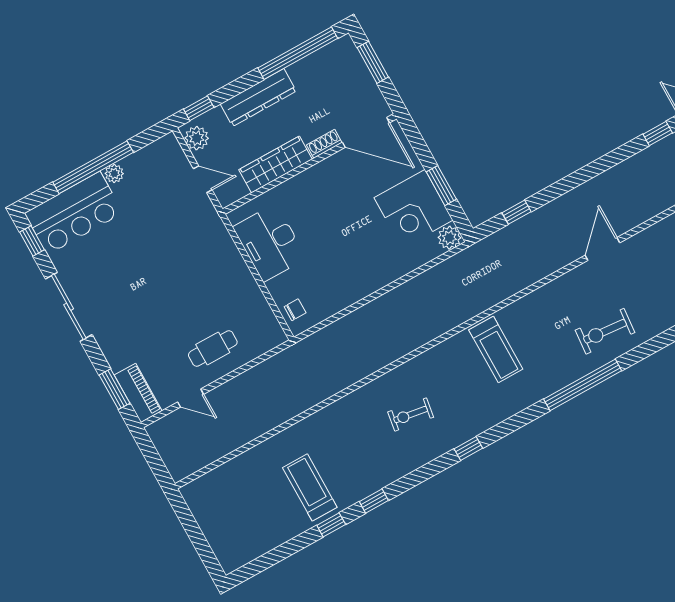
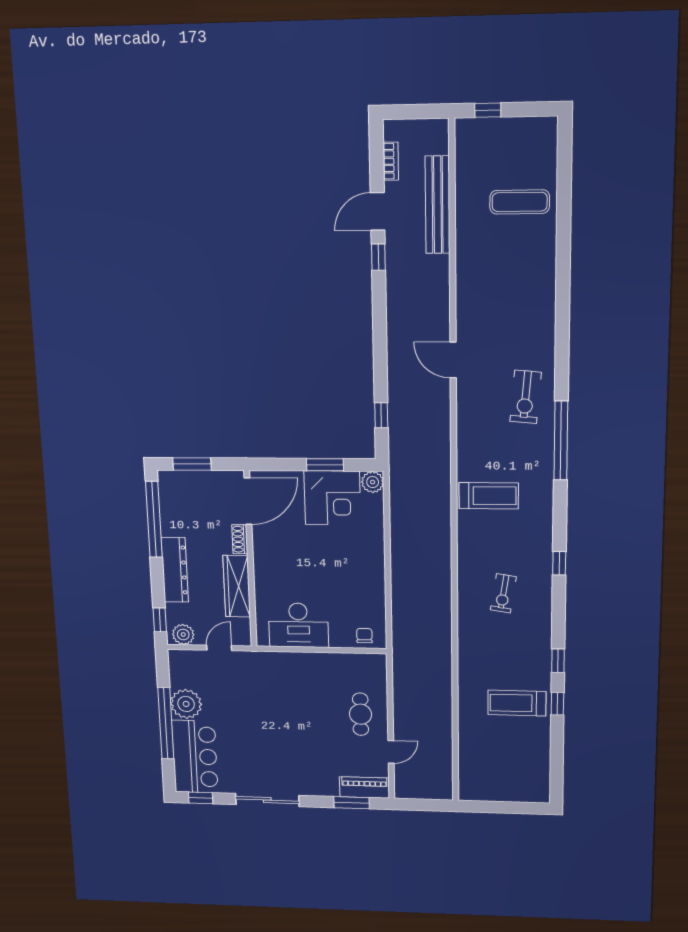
plant: (114, 174) -> (186, 704), width x1.88, depth x1.88

